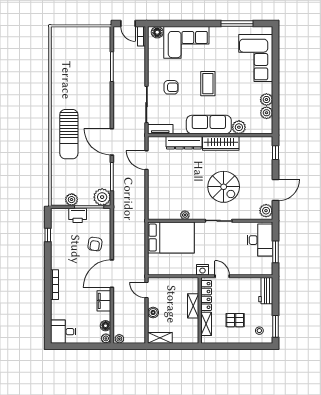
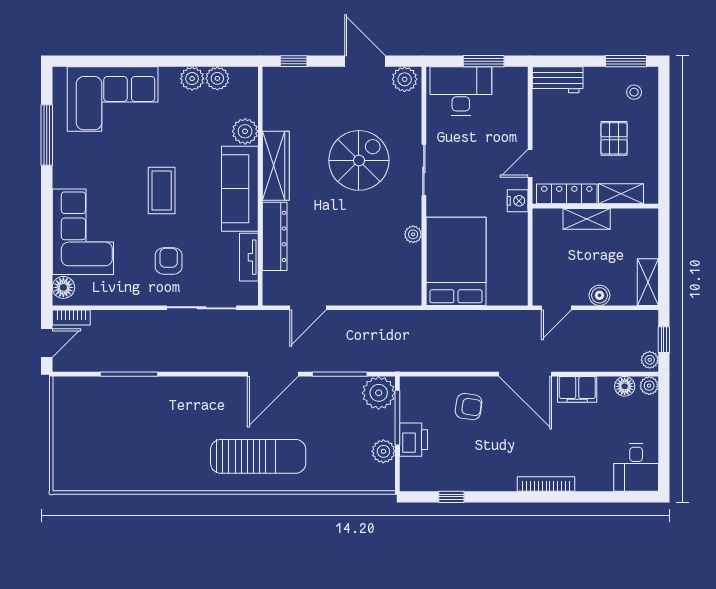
coffee table: (208, 84) -> (162, 191), turned 90
tv unit: (160, 129) -> (249, 257), moved
window: (130, 346) -> (664, 340), added

